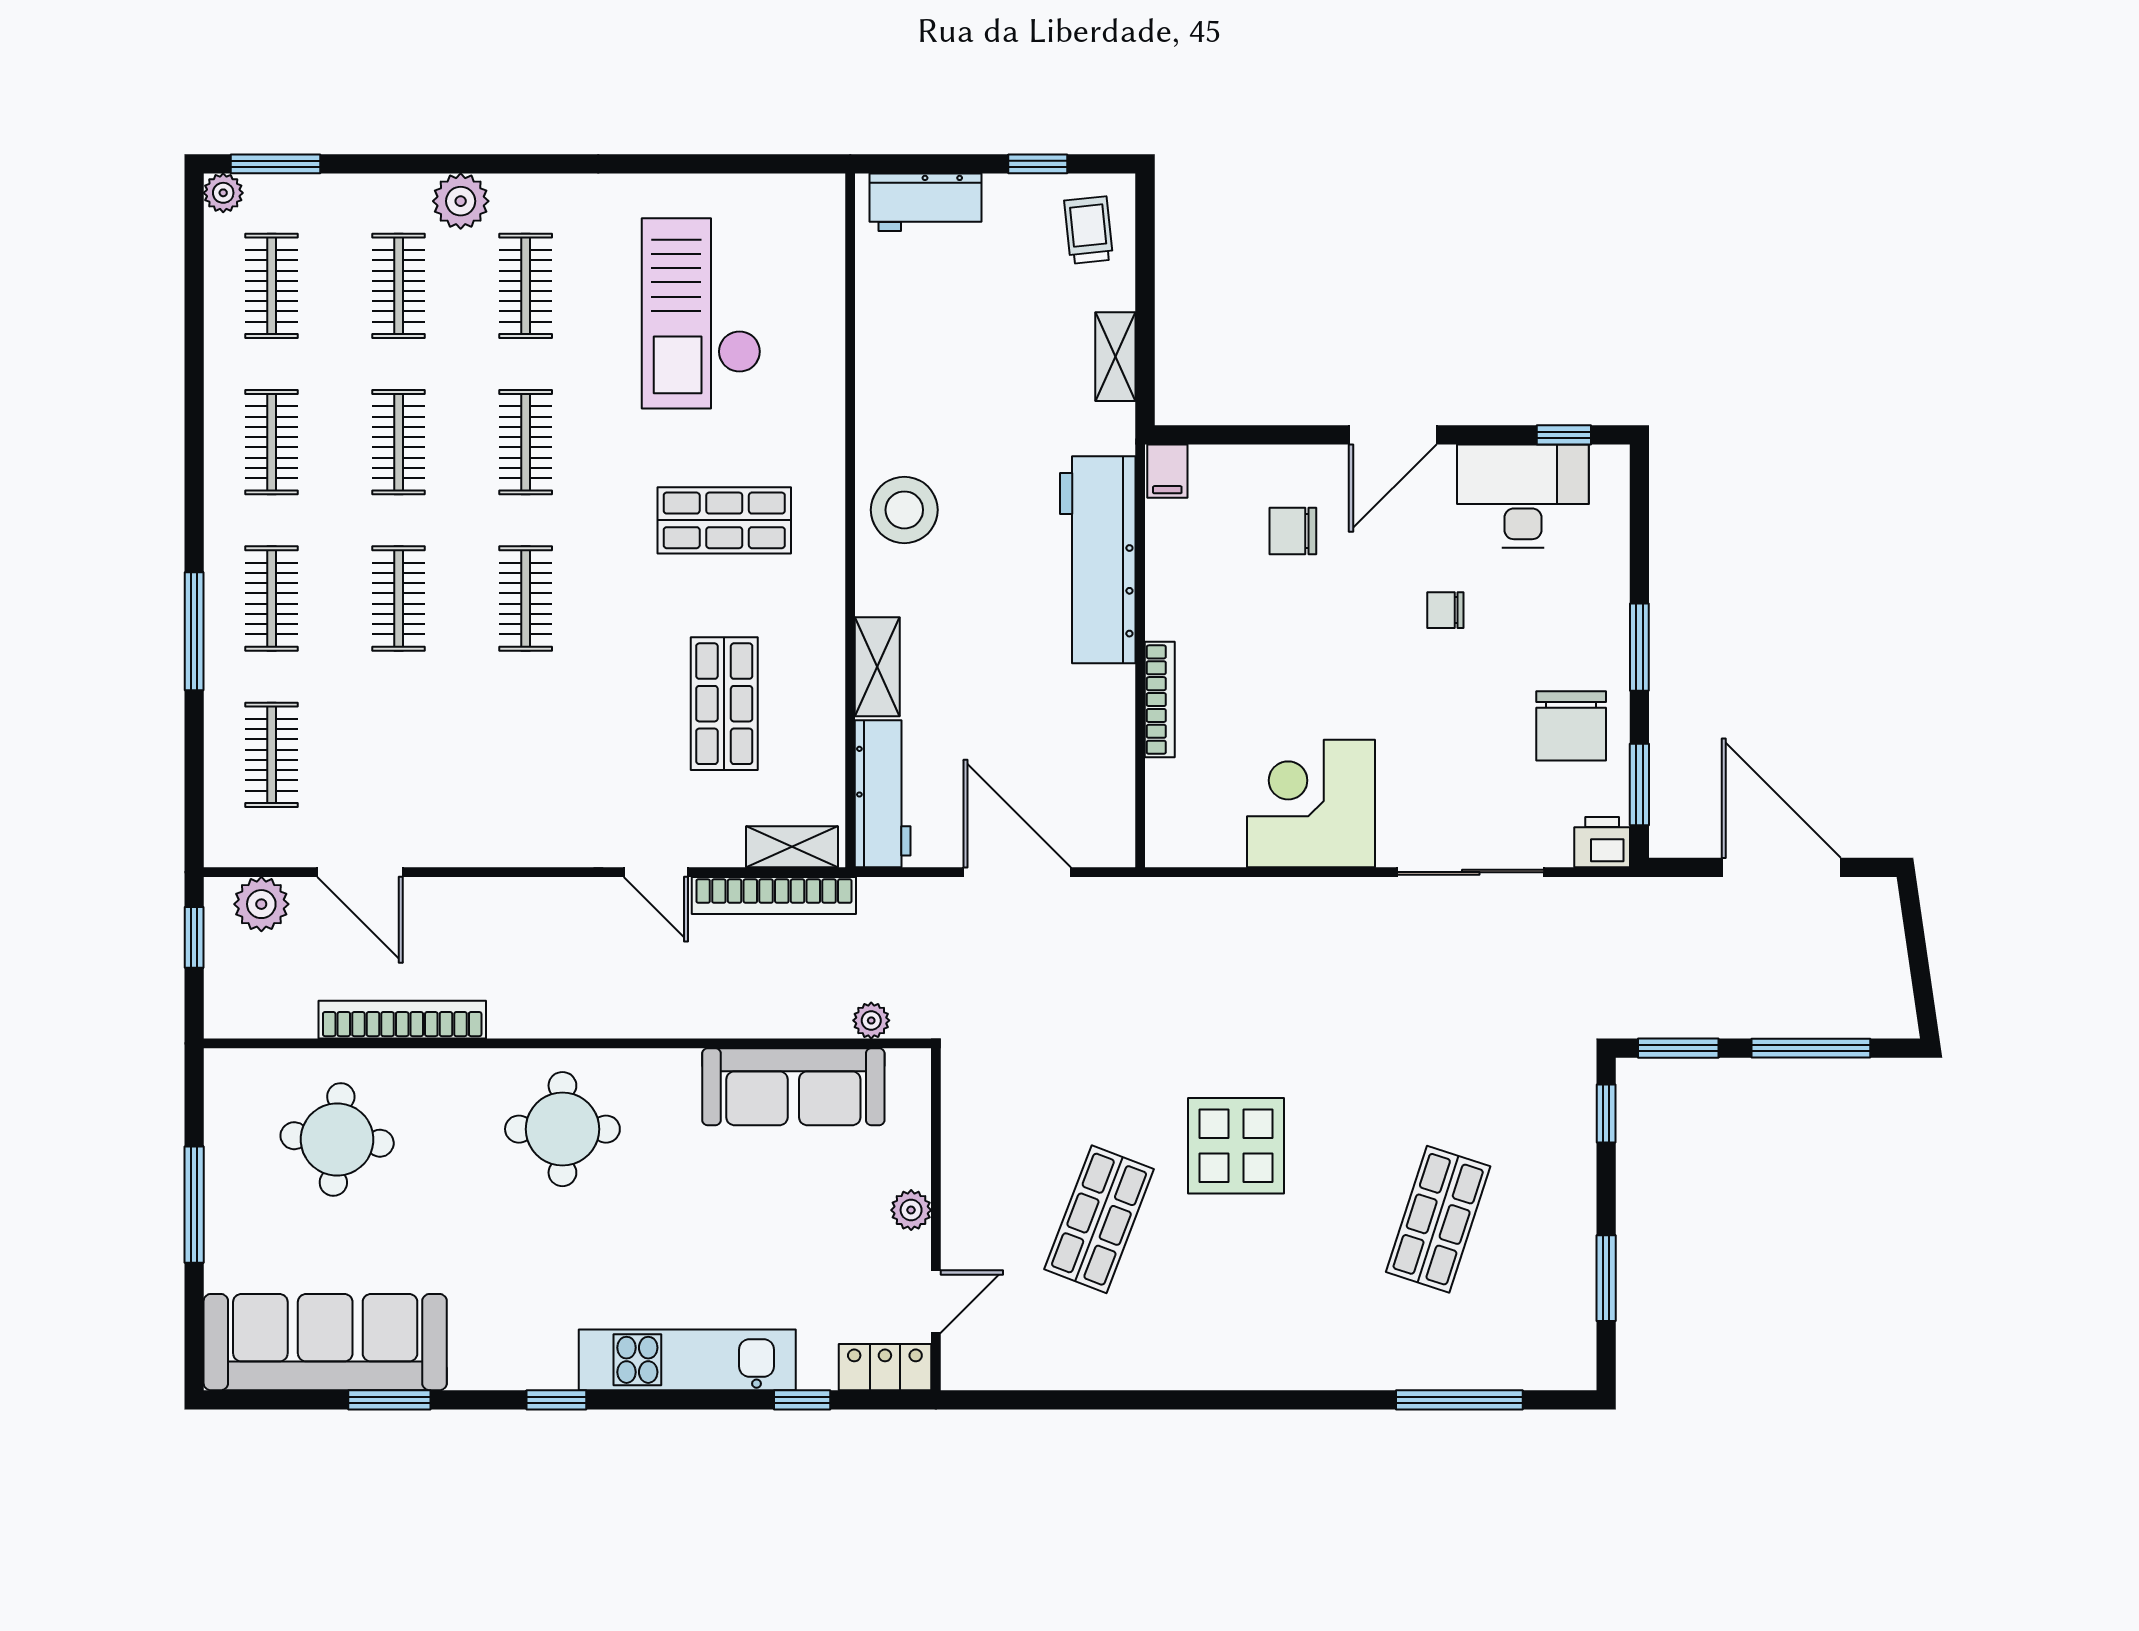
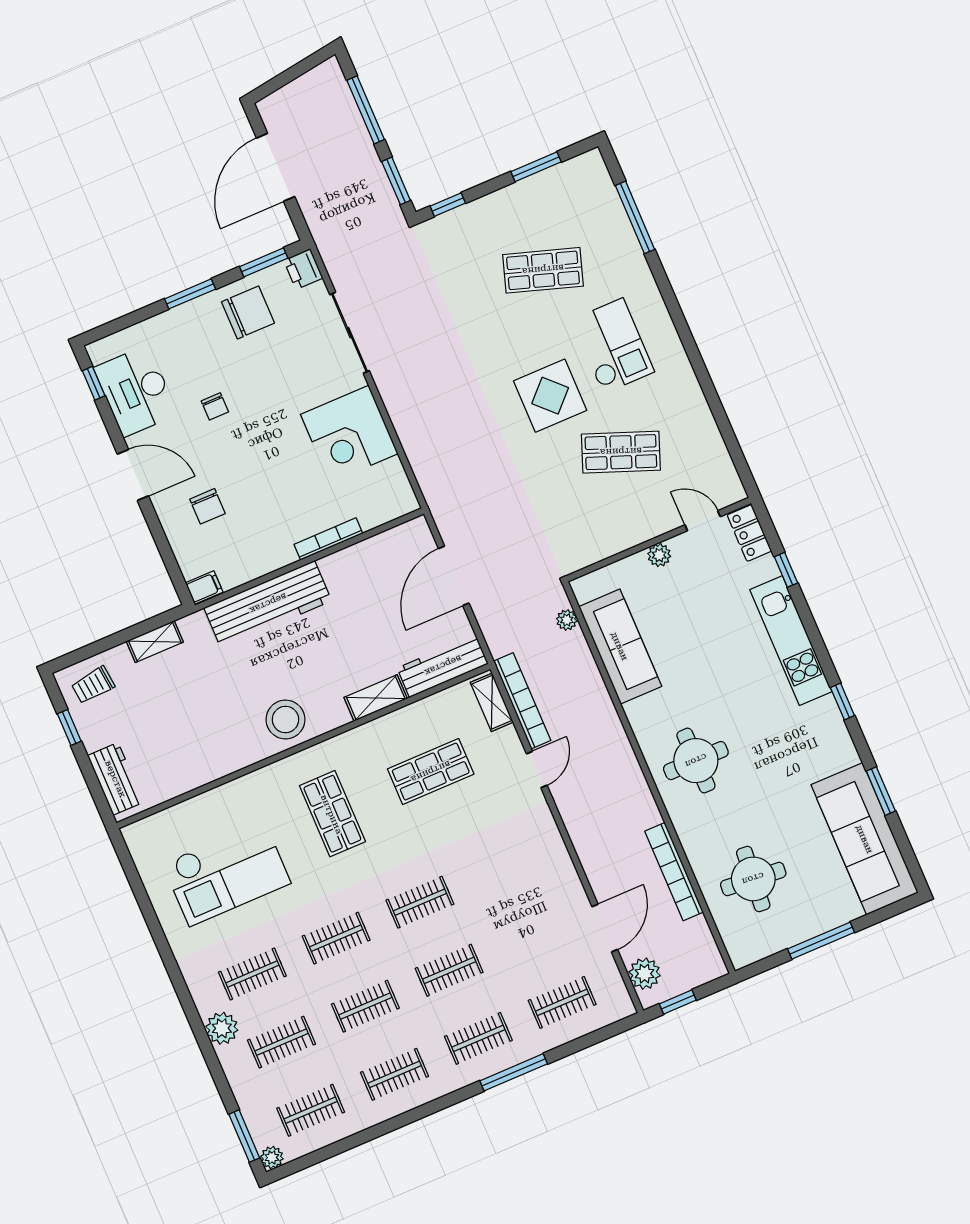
checkout: (1272, 1278) -> (613, 346), added

